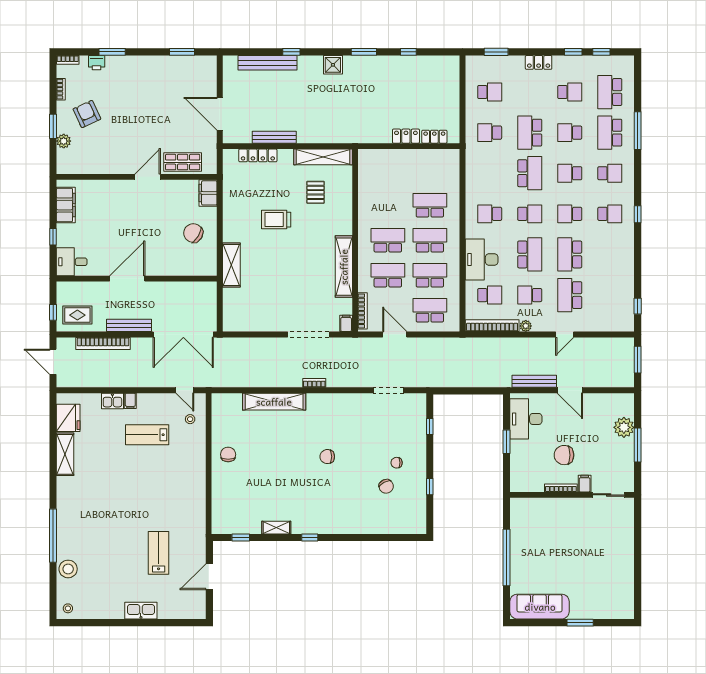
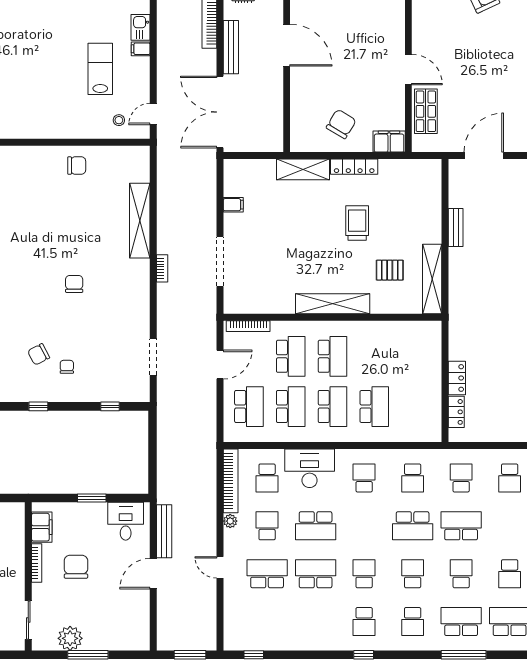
bench: (274, 137) -> (456, 228), width x0.73
locker: (258, 155) -> (354, 167), moved, turned -90
school desk: (530, 214) -> (413, 478), moved
shelving: (344, 267) -> (333, 304), moved
filing cabinet: (346, 323) -> (233, 205), moved
desk: (526, 419) -> (126, 521), width x0.73
plant: (624, 427) -> (70, 638), moved
filing cabinet: (585, 484) -> (42, 527), moved, width x2.00

